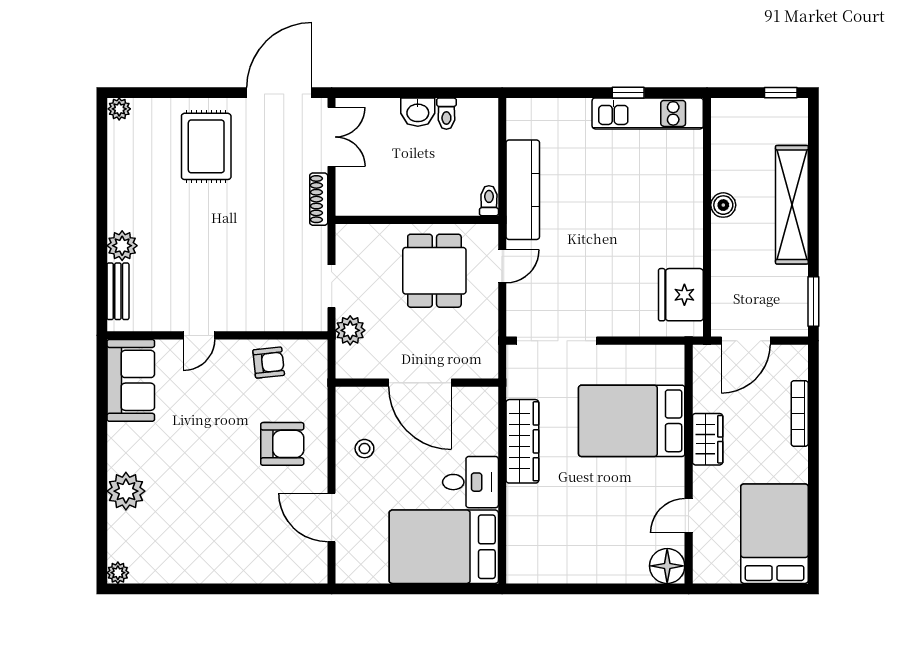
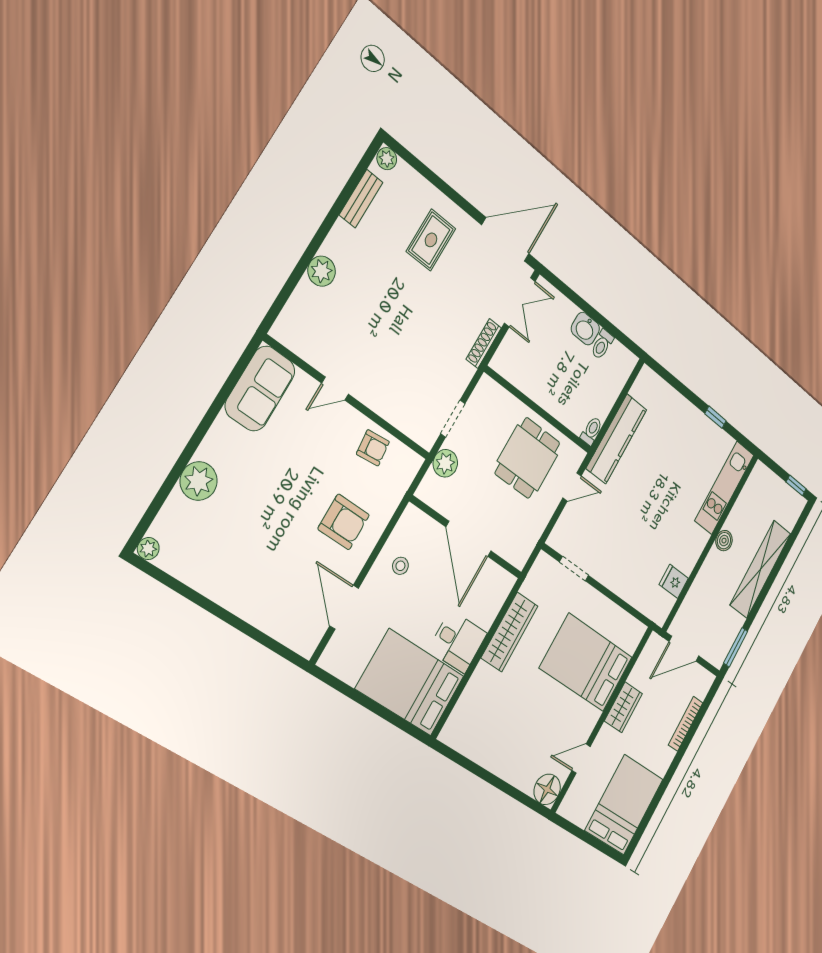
kitchen unit: (648, 113) -> (724, 488), moved, turned 90
rug: (206, 146) -> (431, 240), width x0.73, depth x0.70
bench: (118, 291) -> (361, 199), moved
fridge: (681, 295) -> (674, 581), width x0.53, depth x0.75
doorway: (557, 341) -> (574, 569), width x0.53

